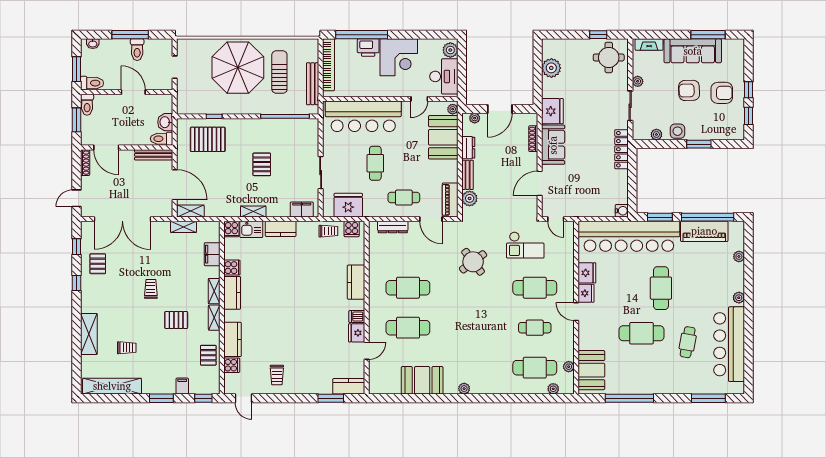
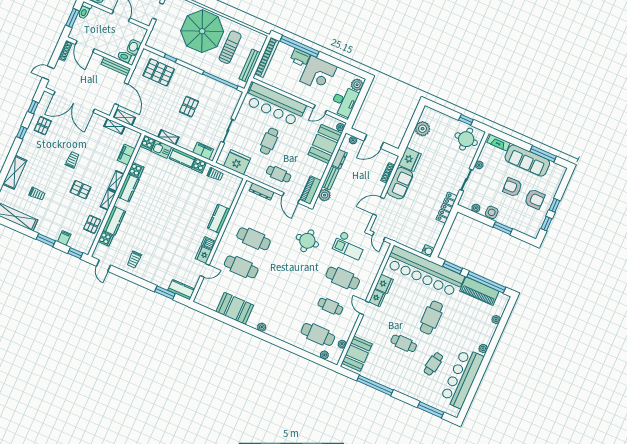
cooker: (352, 229) -> (199, 165), moved
round table: (473, 262) -> (307, 241), turned 37
cafe table: (642, 333) -> (404, 343), width x0.73, depth x0.74

